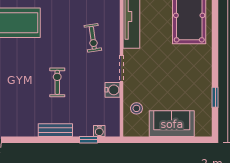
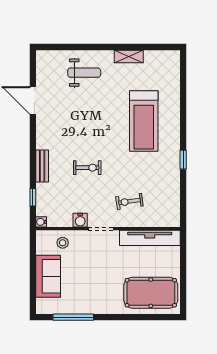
window: (215, 97) -> (73, 317), width x2.17
water cooler: (99, 131) -> (41, 222), moved

